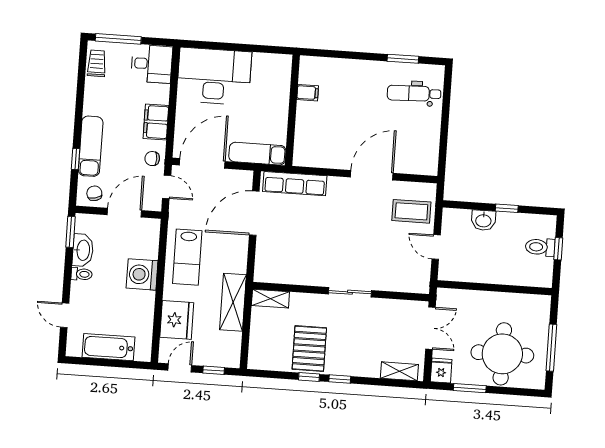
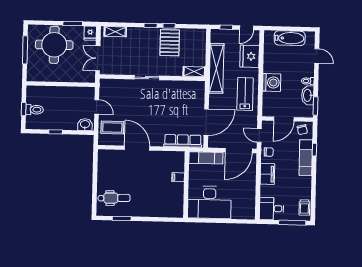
desk: (214, 76) -> (209, 202), moved
filing cabinet: (308, 93) -> (178, 177), moved
door: (372, 175) -> (137, 148), swing flipped
washbasin: (483, 220) -> (85, 125), moved
shelving: (233, 302) -> (217, 68), width x1.47

